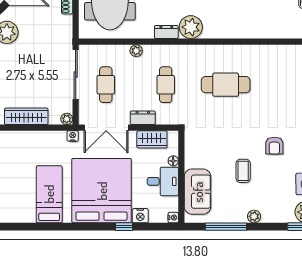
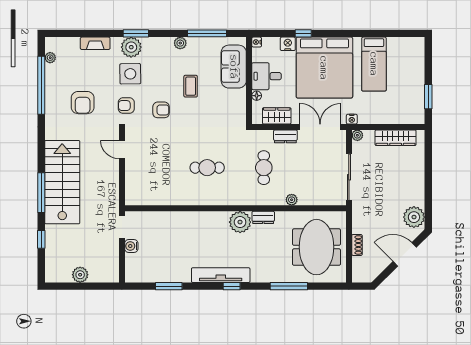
cafe table: (106, 85) -> (320, 168), removed
cafe table: (226, 85) -> (207, 168), width x0.73, depth x0.74
armchair: (274, 146) -> (161, 110), turned 90

